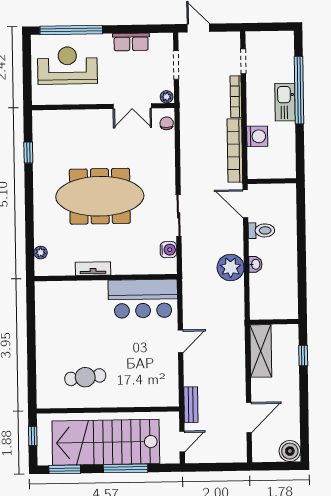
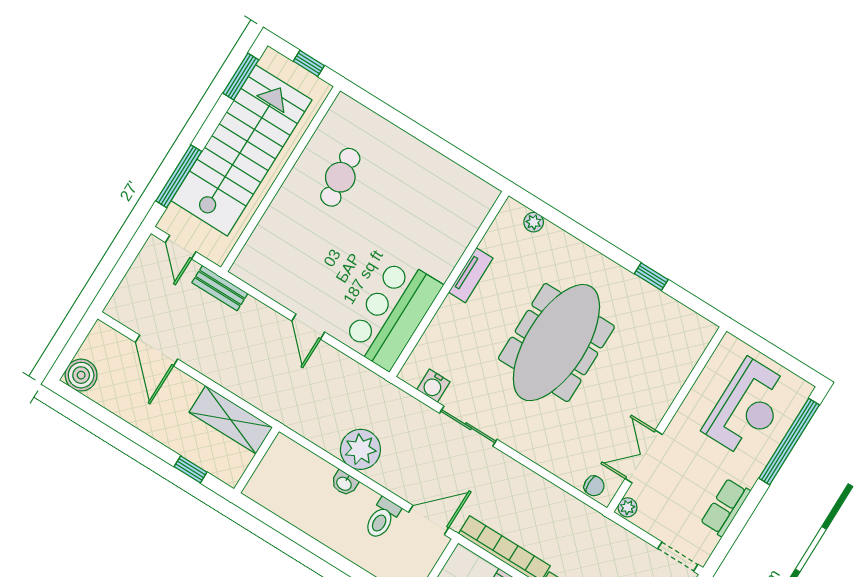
doorway: (176, 65) -> (678, 557), moved
window: (28, 153) -> (651, 277), moved
window: (126, 468) -> (179, 176), moved

